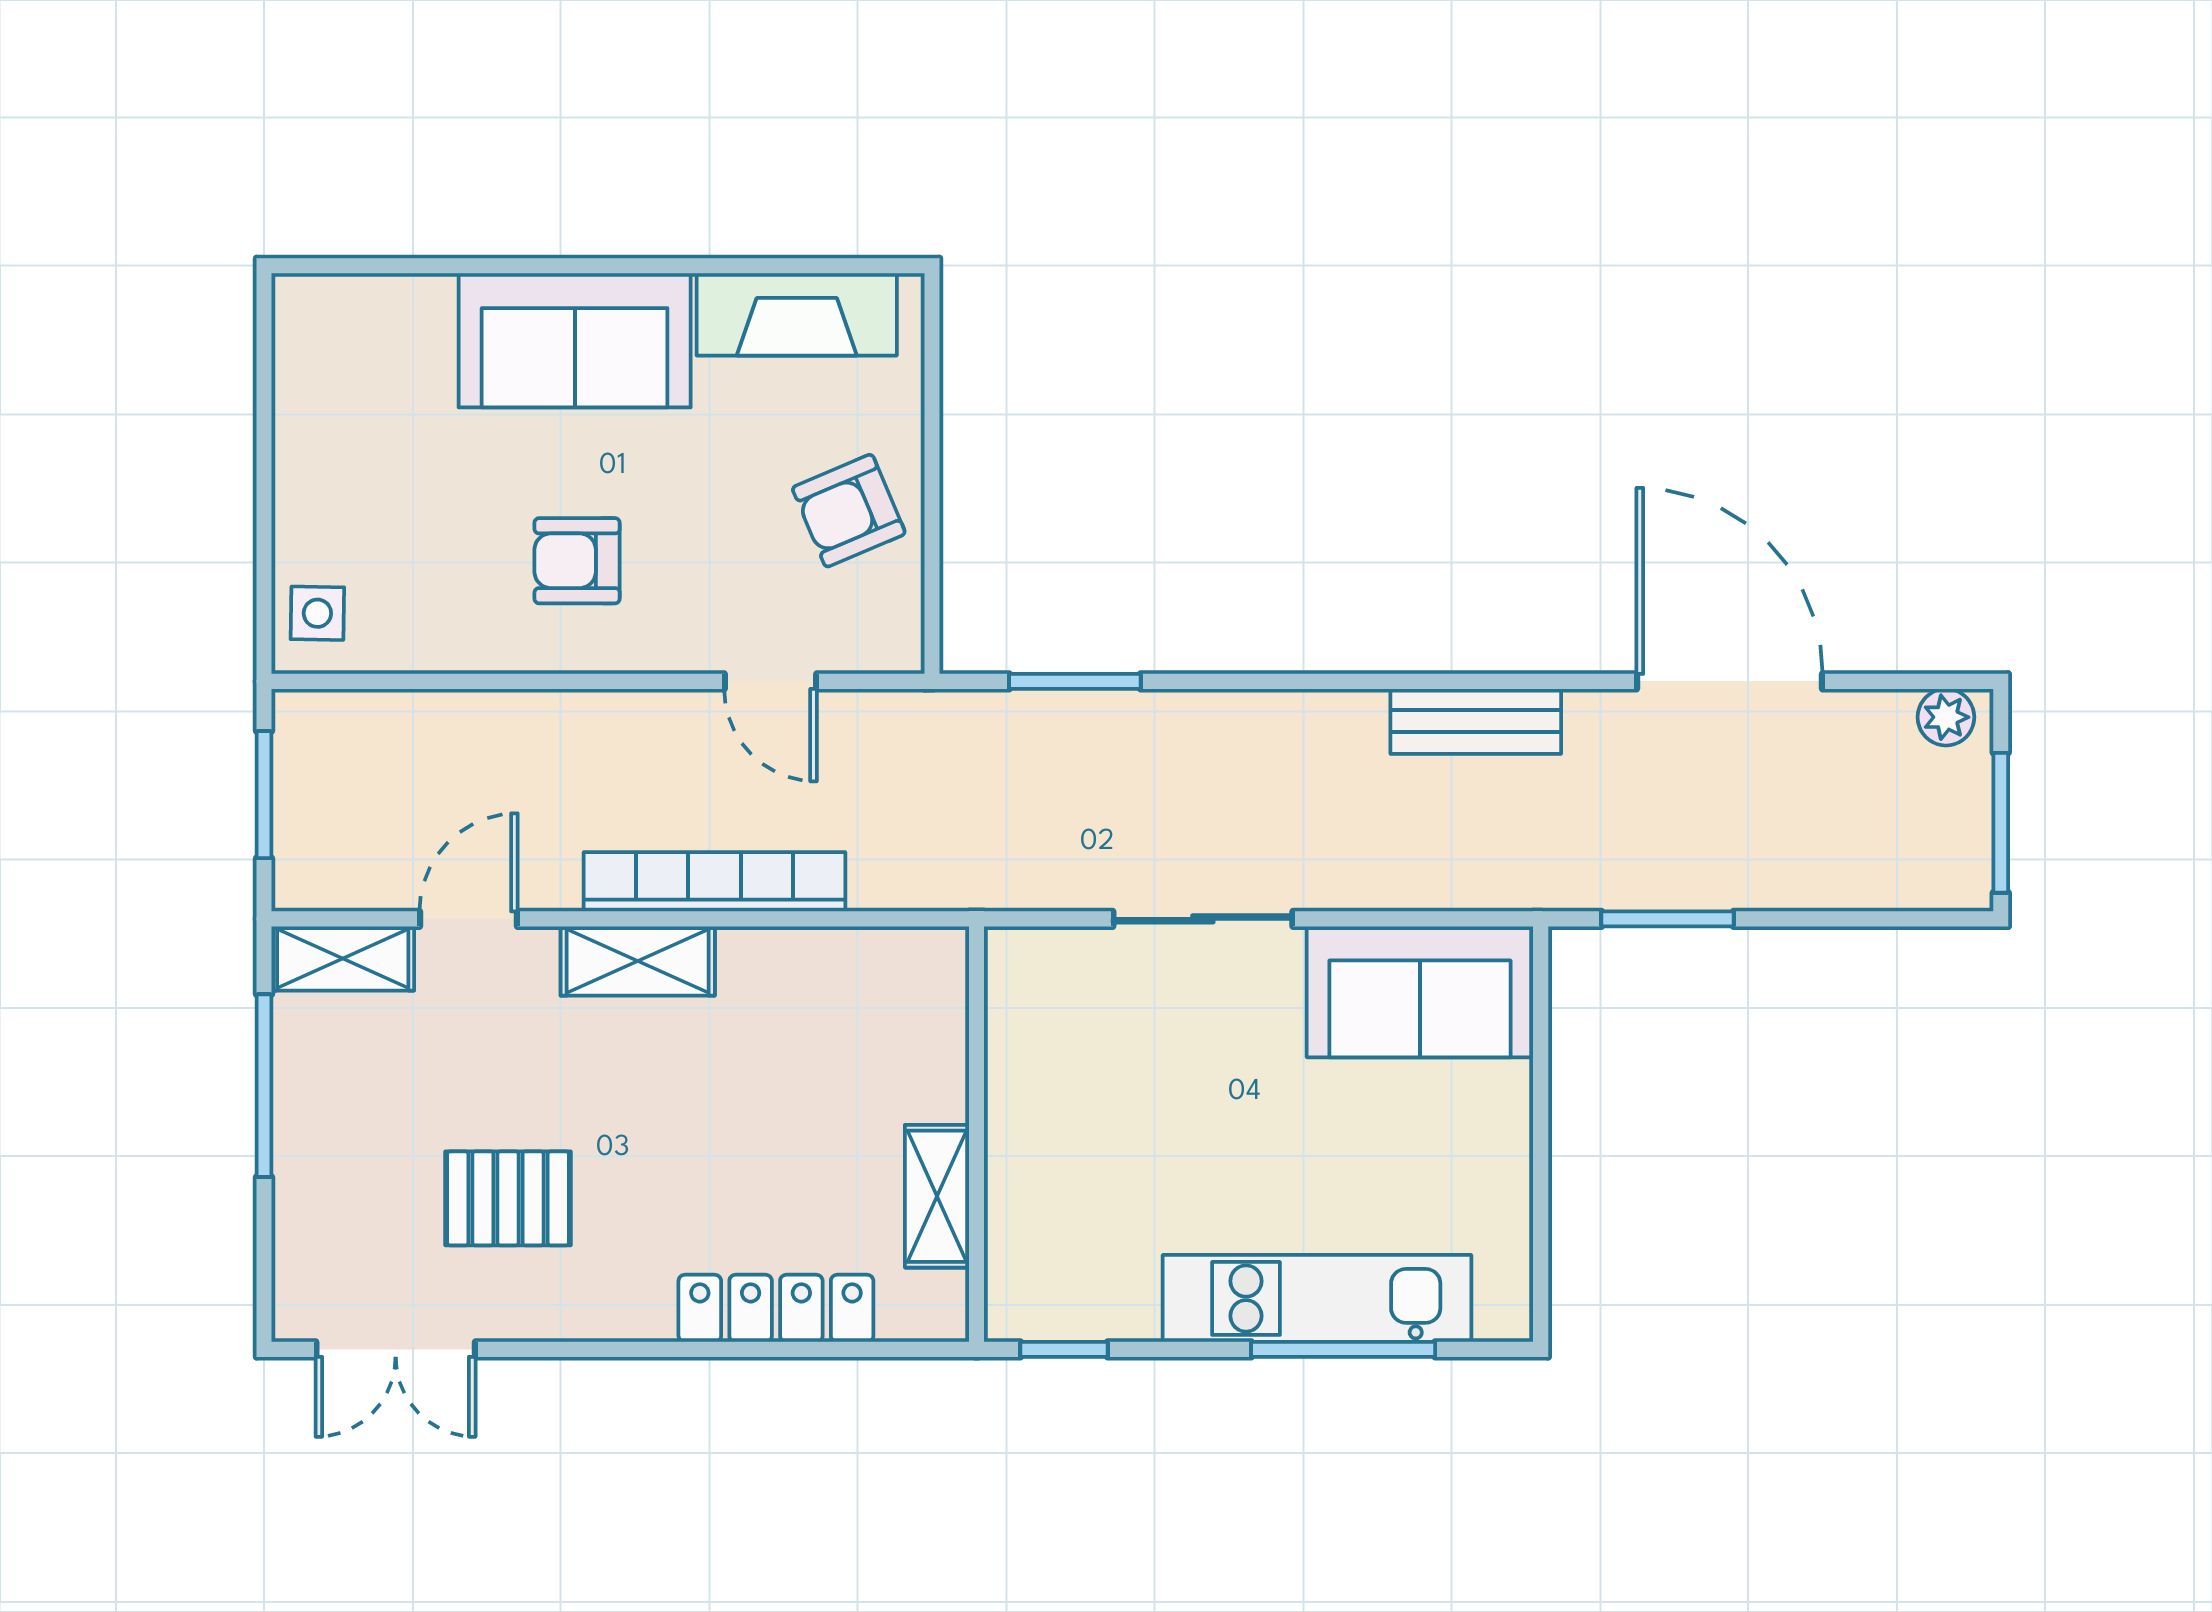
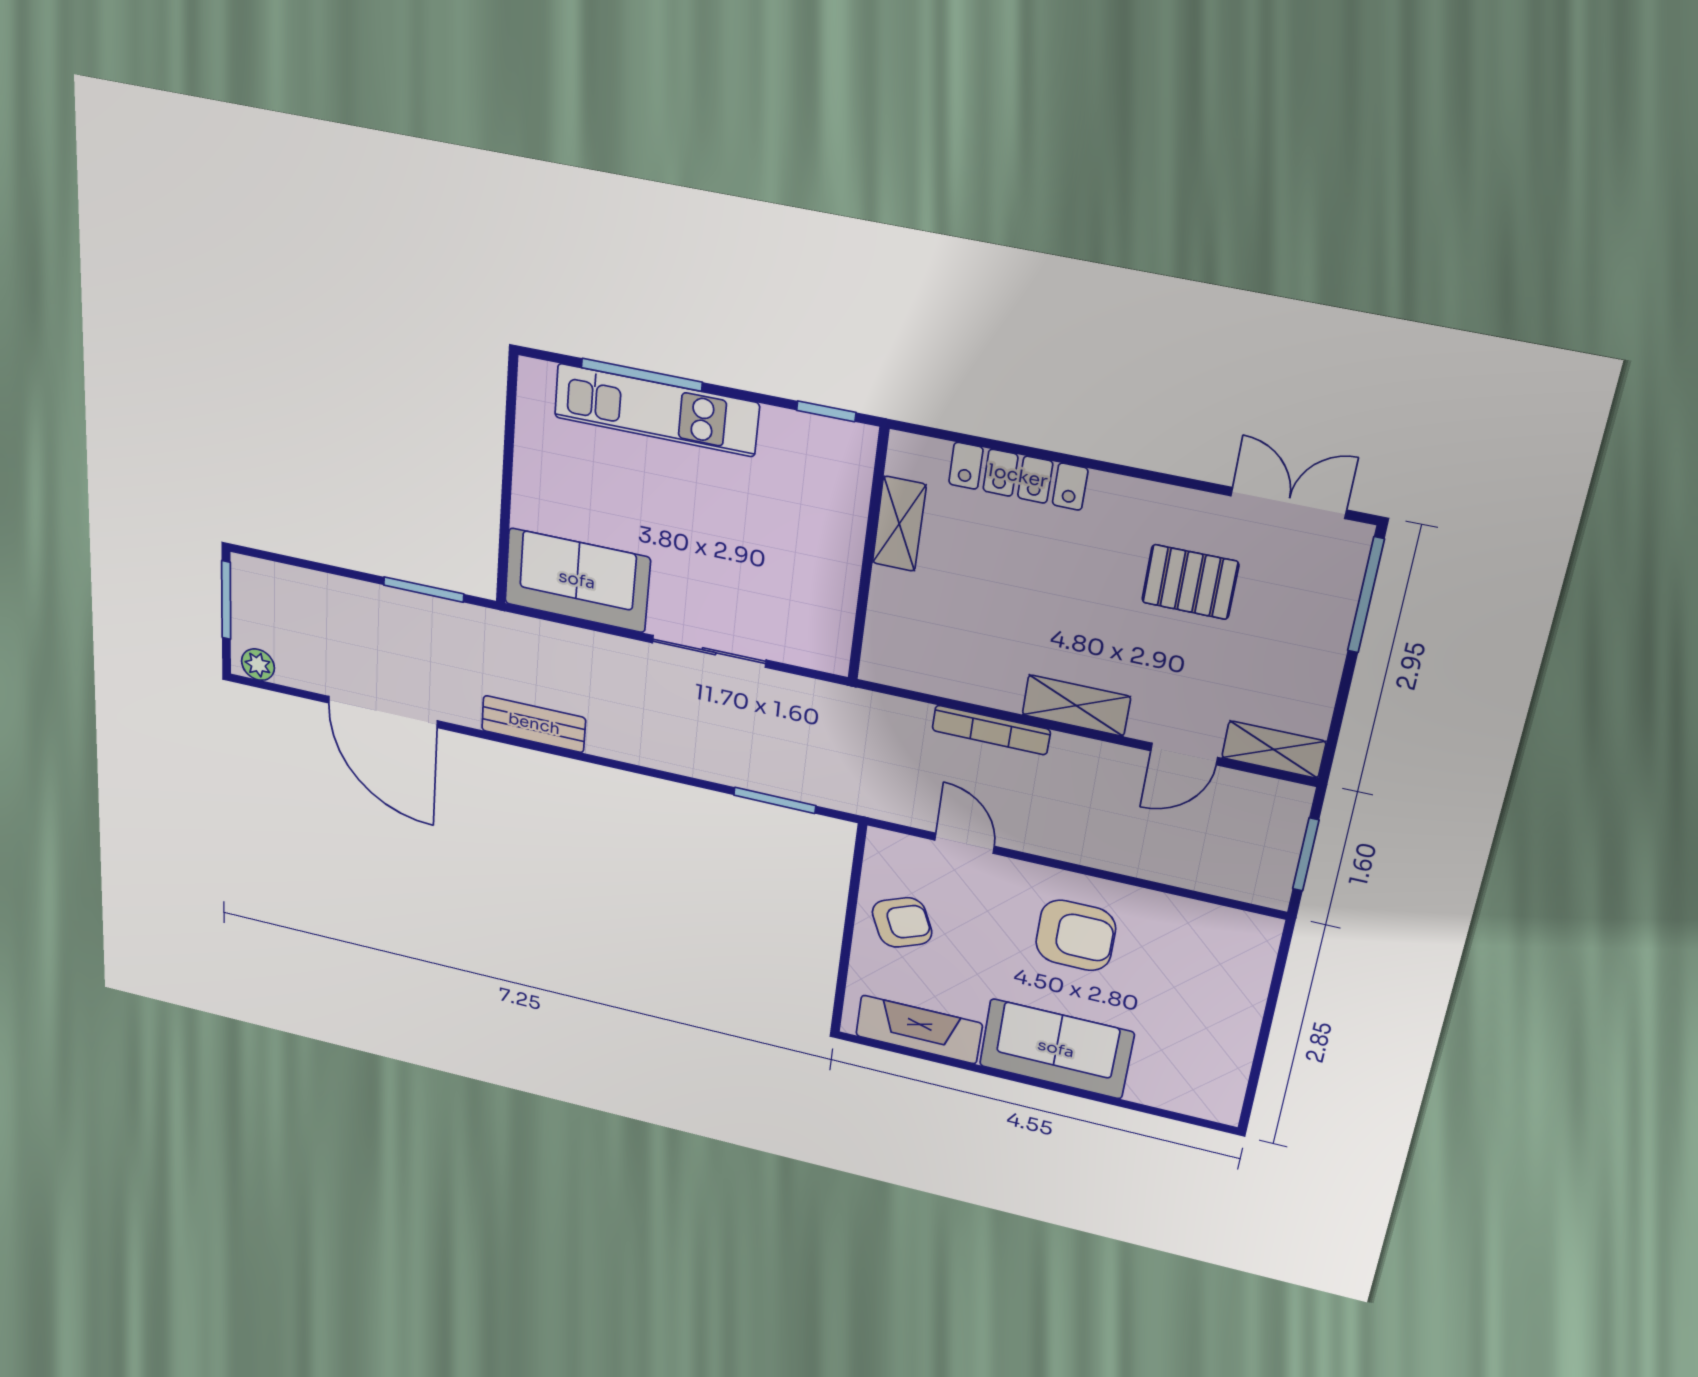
armchair: (577, 561) -> (1076, 935), width x1.38, depth x1.38
side table: (317, 613) -> (1248, 946), removed
bookcase: (715, 882) -> (991, 730), width x0.68, depth x0.76
window: (264, 1086) -> (1366, 595), moved

